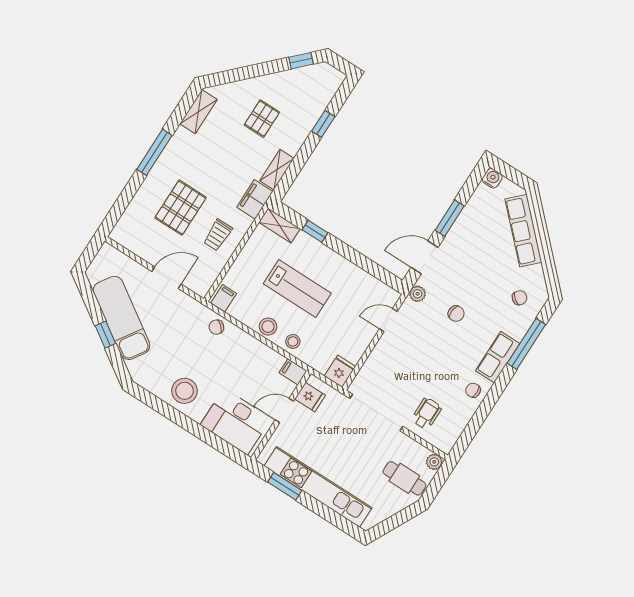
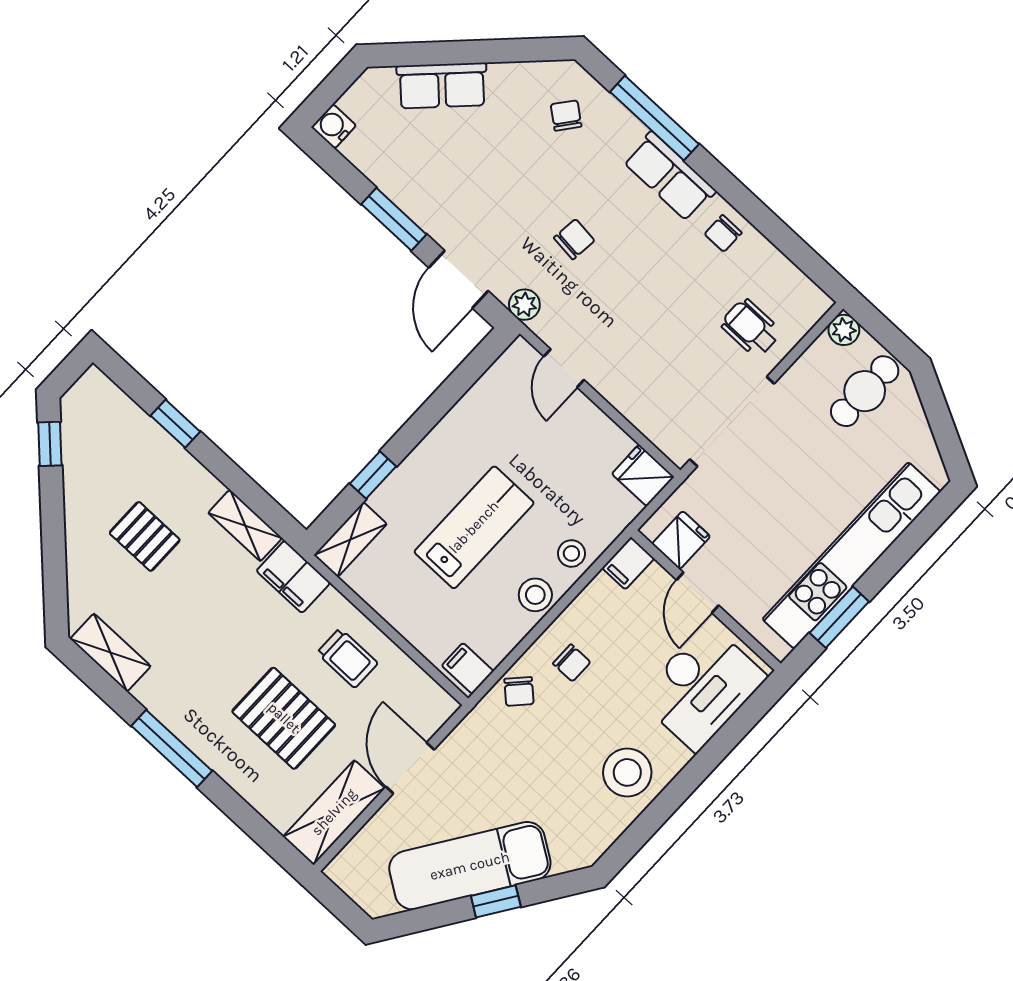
row of seats: (523, 231) -> (442, 86), width x0.68
shelving: (136, 242) -> (334, 812), added
chair: (236, 352) -> (572, 663), added

